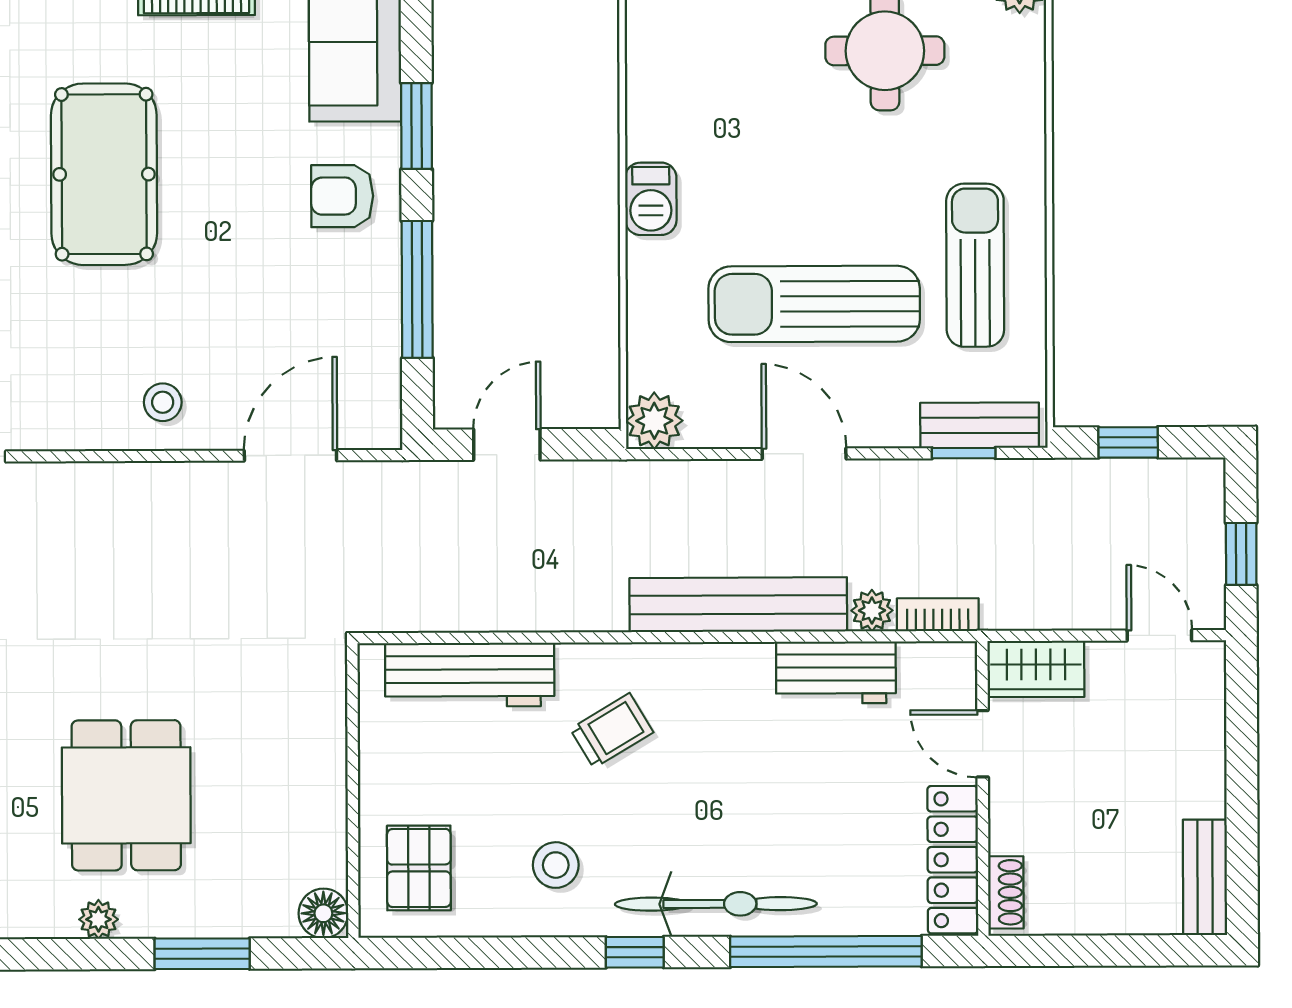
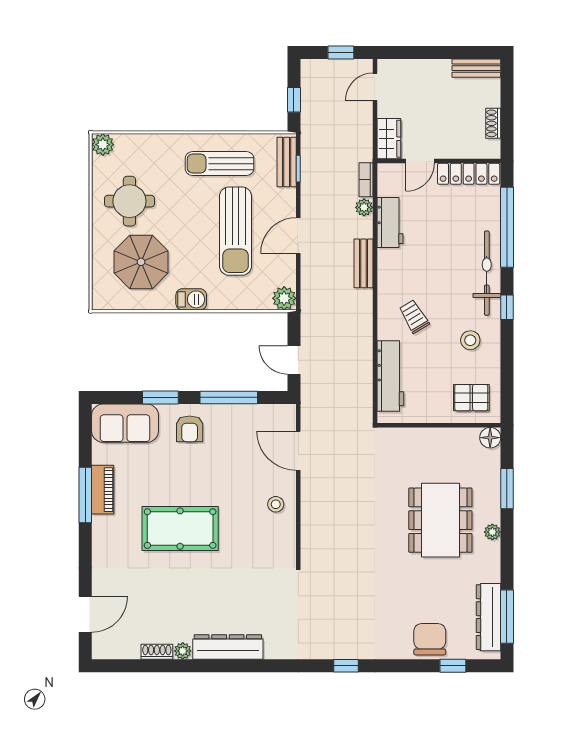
parasol: (740, 79) -> (141, 262), added
bench: (738, 605) -> (363, 263), width x0.54, depth x0.82
dining table: (126, 795) -> (440, 520), width x1.37
shoe rack: (1006, 892) -> (493, 123), moved, turned -90

